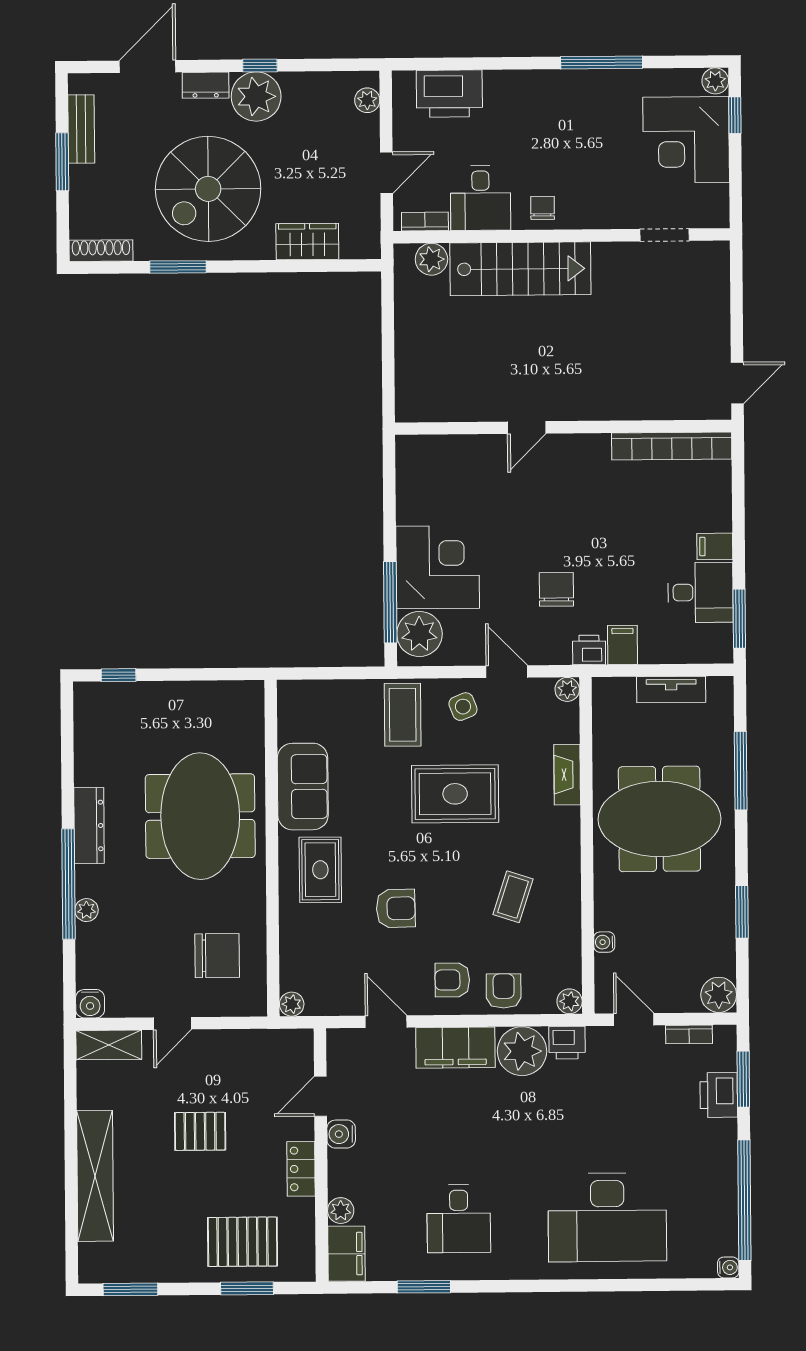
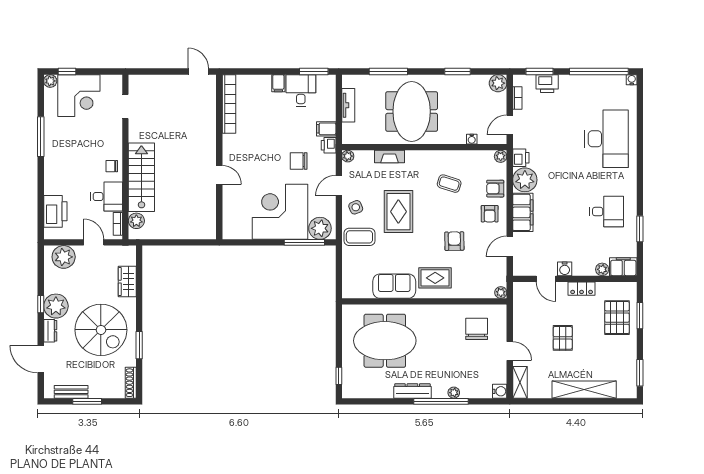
plant: (367, 100) -> (64, 257), width x1.88, depth x1.88
corner desk: (438, 567) -> (280, 212), width x1.36, depth x1.36
meeting table: (200, 816) -> (385, 341), moved

